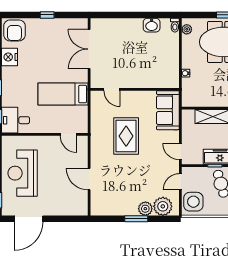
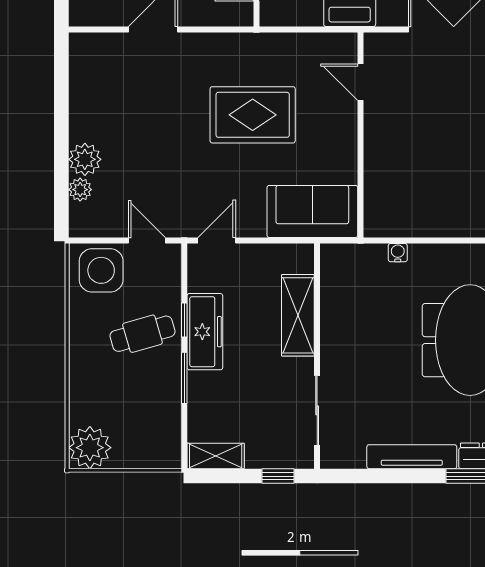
door: (112, 89) -> (360, 82), hinge flipped
plant: (163, 206) -> (80, 190), width x0.53, depth x0.53
window: (136, 219) -> (61, 138), removed

